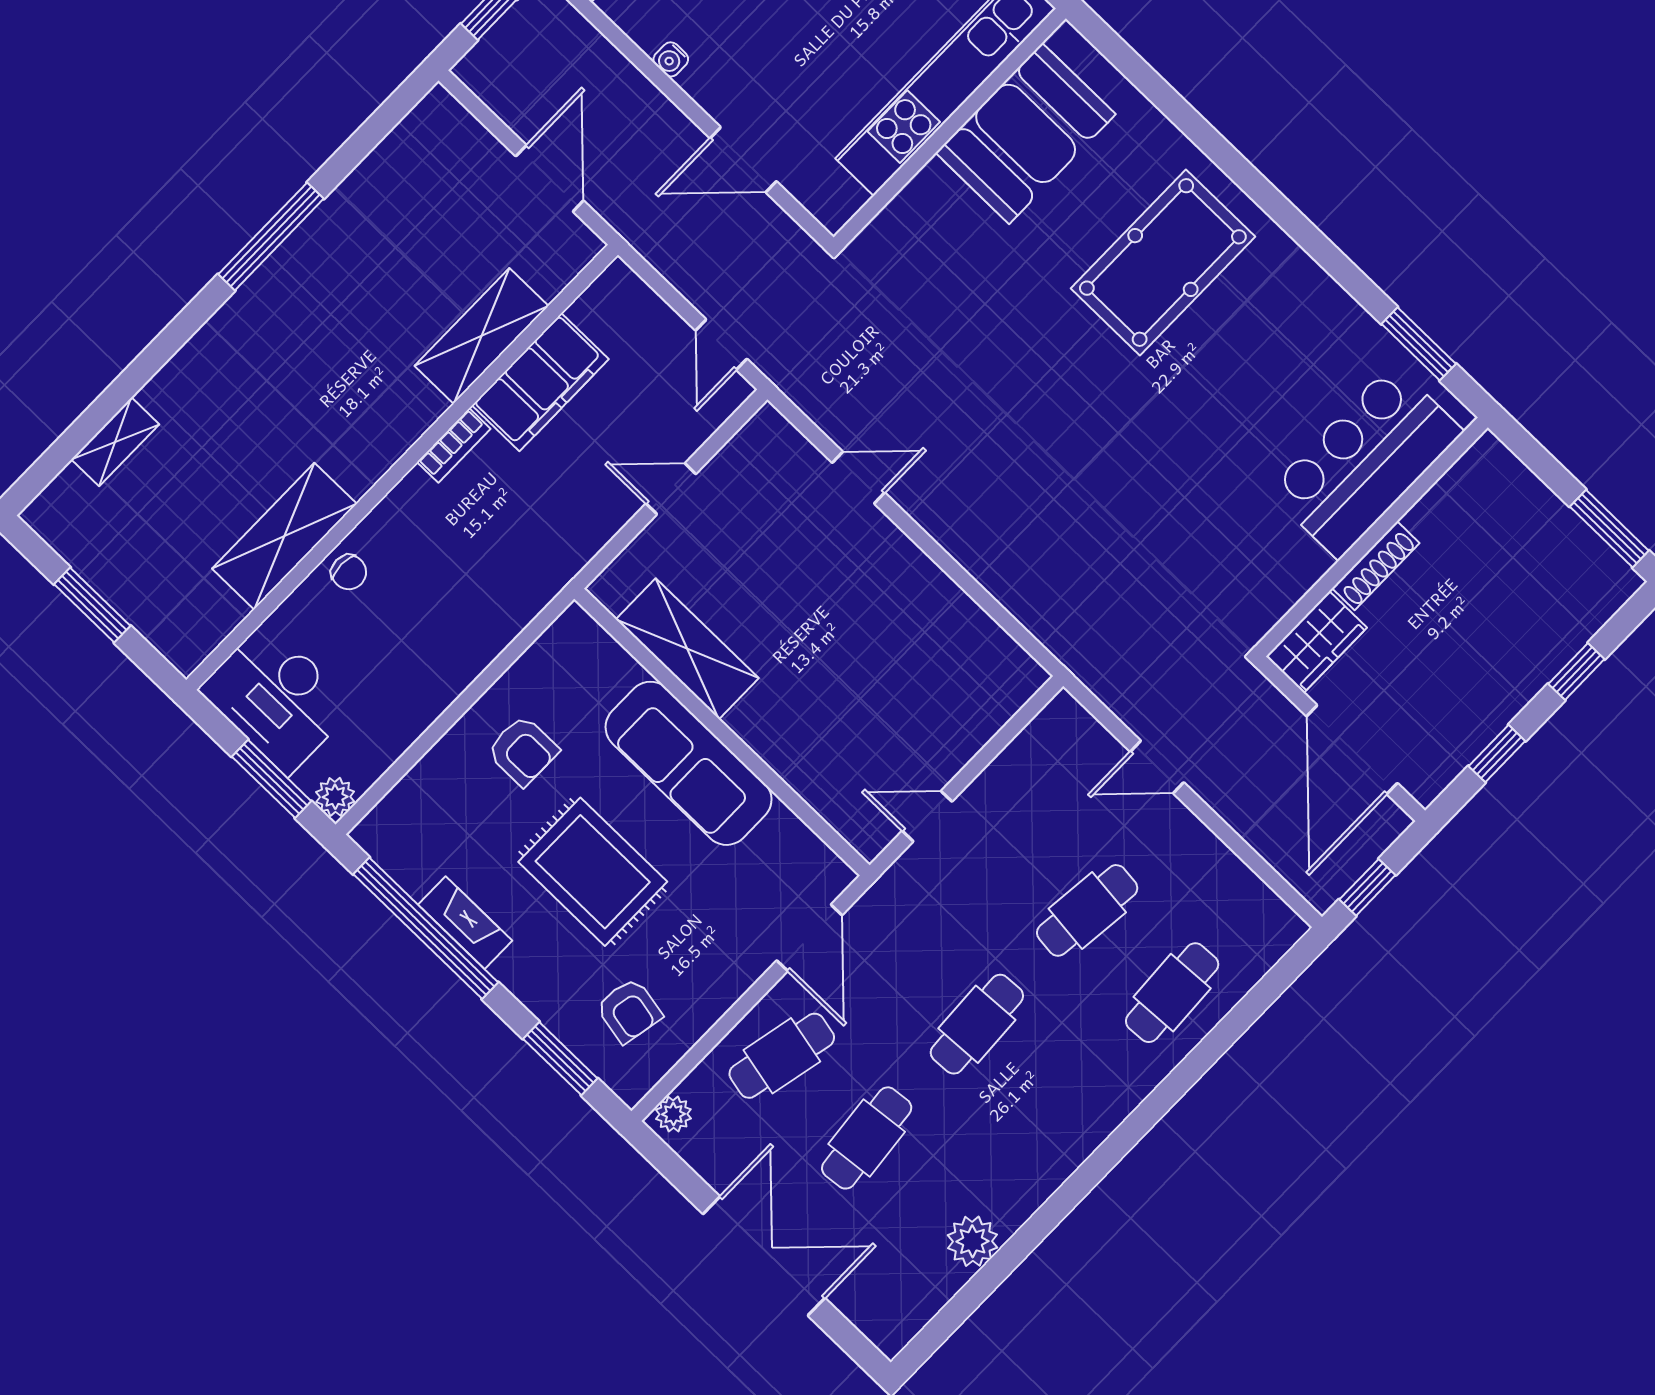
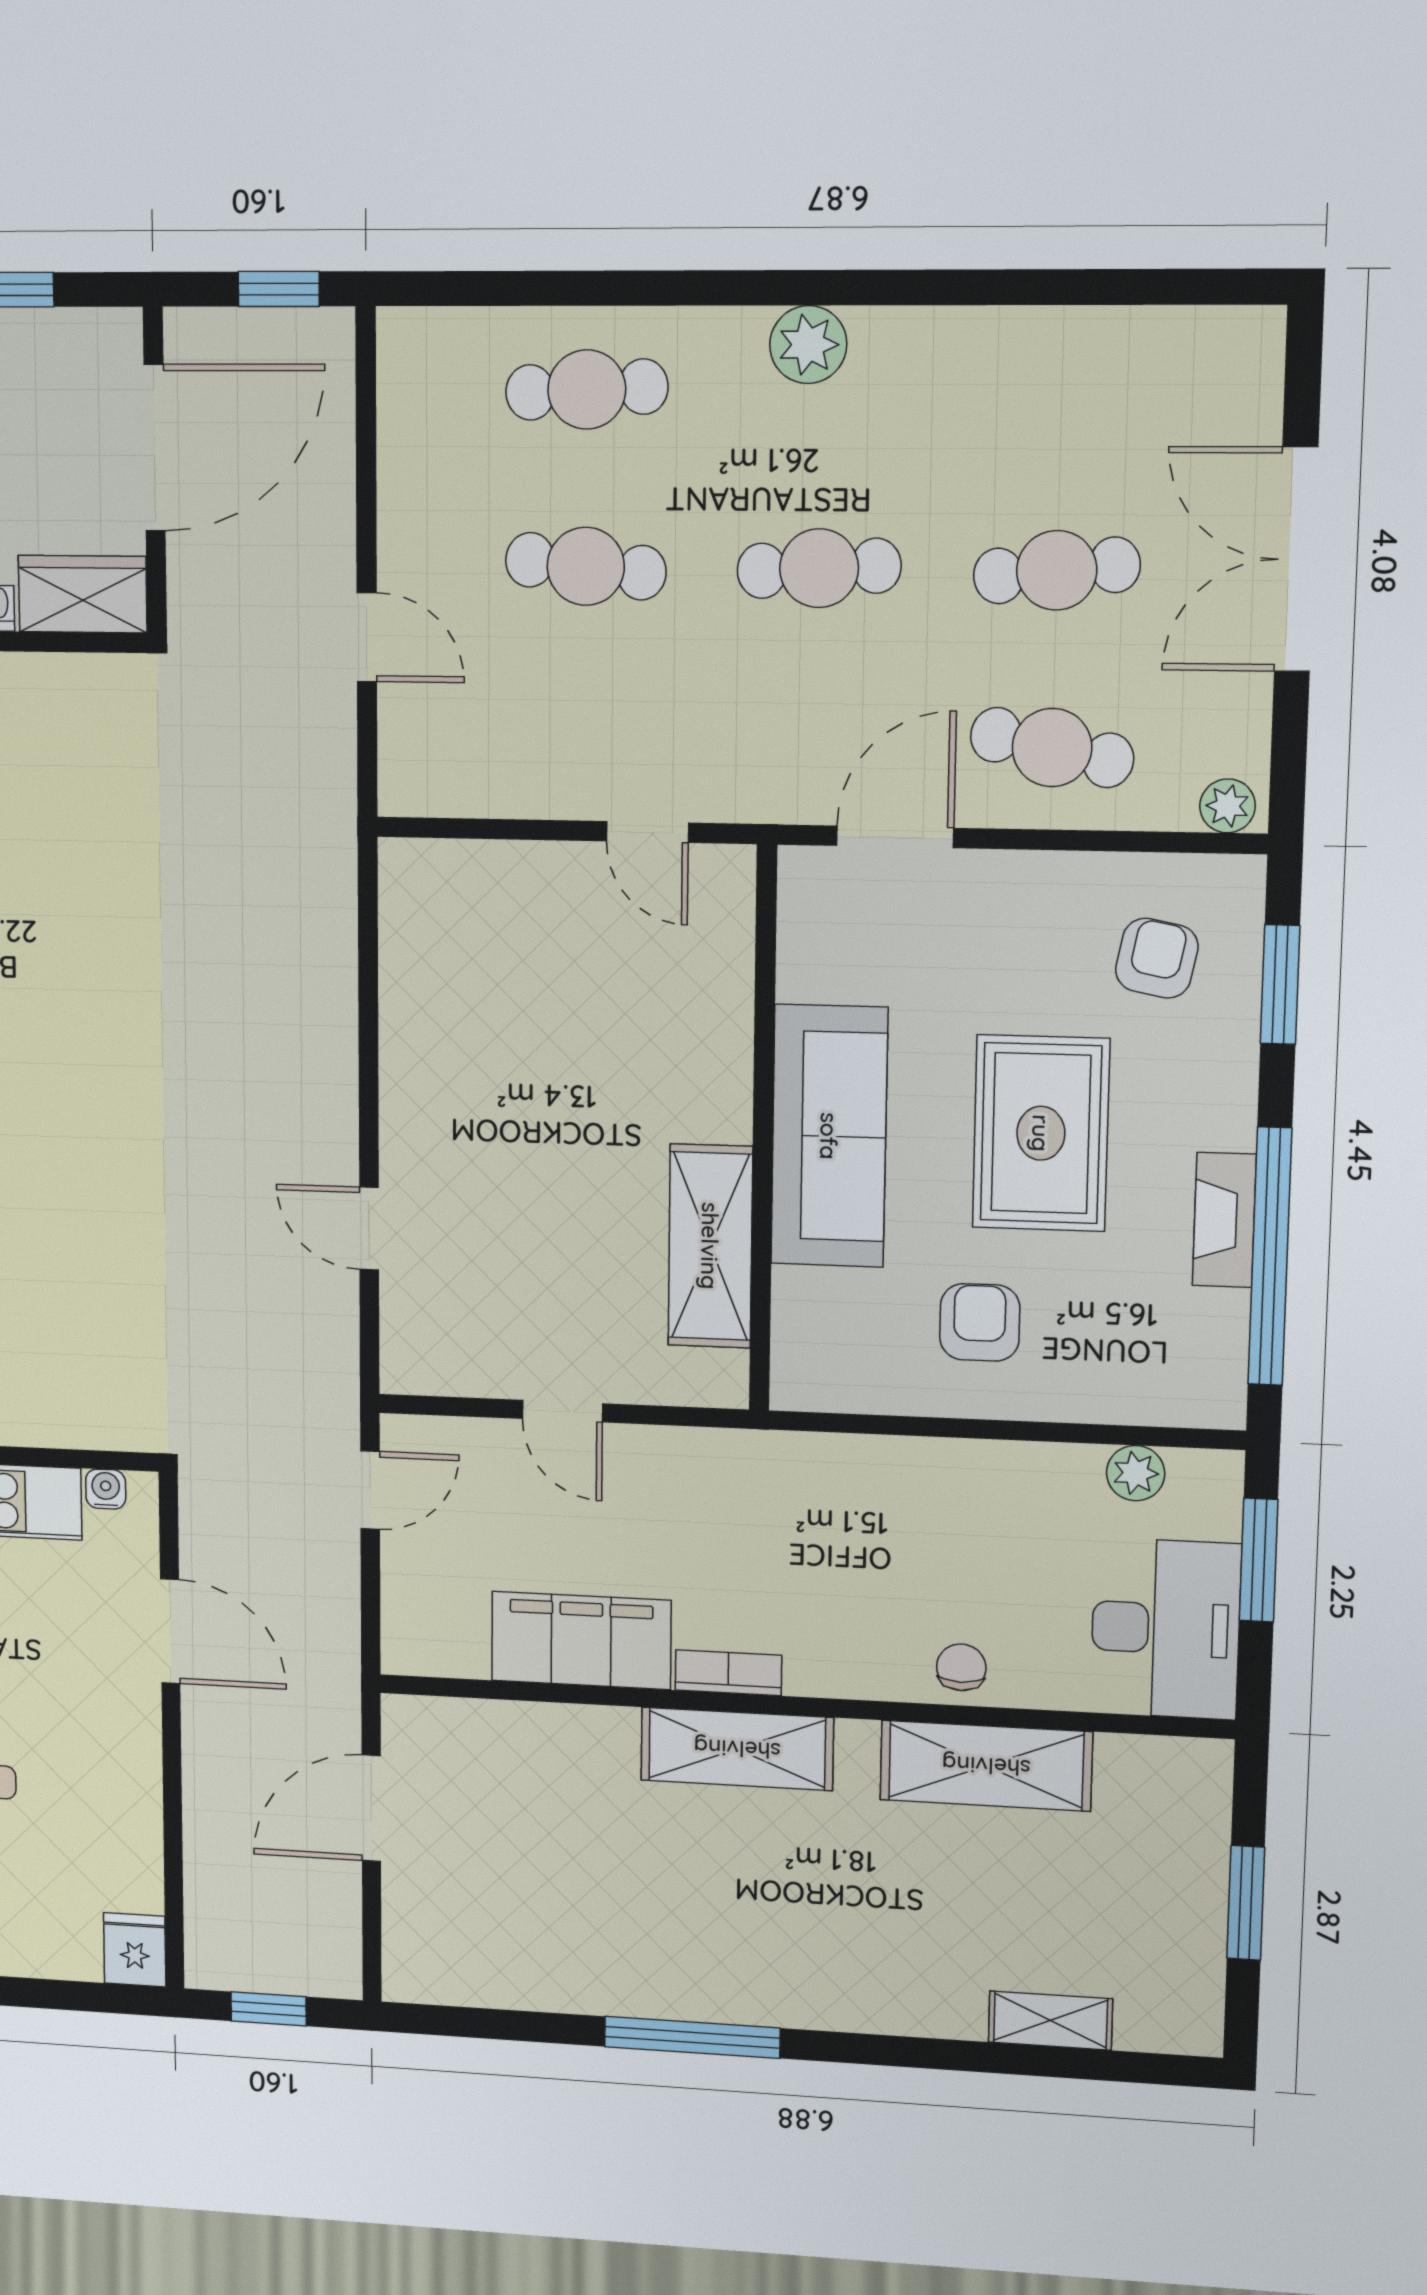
water cooler: (671, 59) -> (106, 1489), moved, turned -90
shelving: (481, 336) -> (737, 1749), moved
plant: (335, 797) -> (1136, 1473), moved
plant: (972, 1241) -> (808, 345), moved

